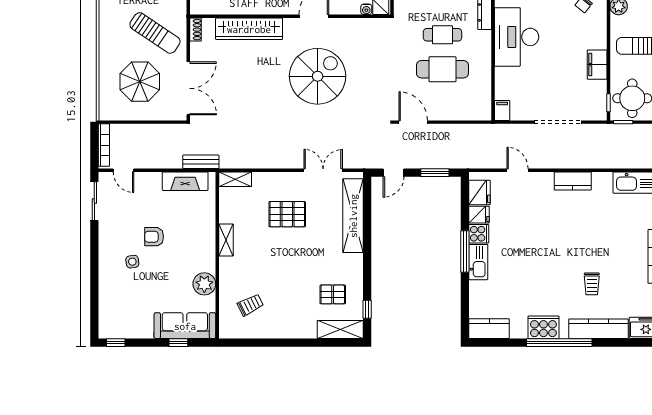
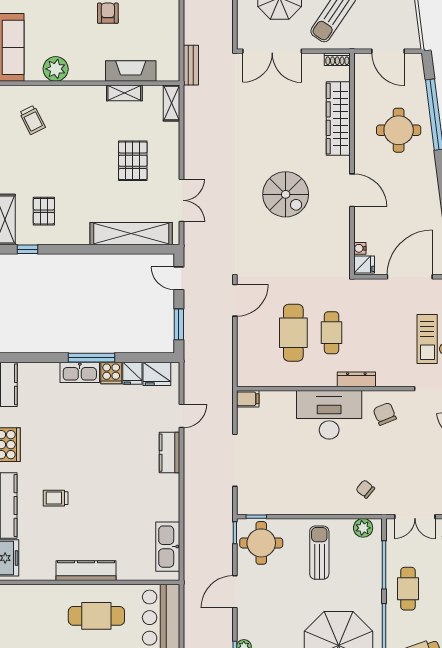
filing cabinet: (597, 65) -> (299, 504), removed
spiral stairs: (318, 76) -> (286, 194), width x0.73, depth x0.73
fireplace: (185, 181) -> (131, 71), moved, turned 90
kitchen counter: (573, 181) -> (170, 453), moved
shelving: (226, 240) -> (124, 93), moved

